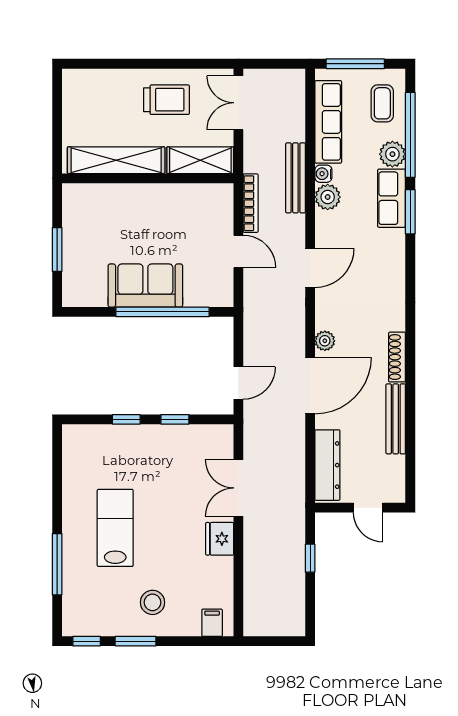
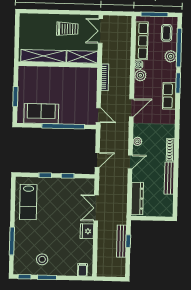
bench: (295, 178) -> (122, 241), moved
row of seats: (392, 198) -> (169, 96), moved
door: (238, 251) -> (98, 115), moved
sofa: (145, 286) -> (41, 114), moved
door: (310, 386) -> (130, 162), width x0.53
door: (368, 508) -> (155, 219), removed
lab bench: (115, 528) -> (28, 202), moved, turned 180
stool: (153, 602) -> (42, 259), moved

